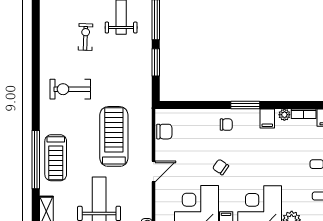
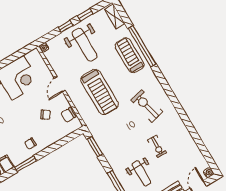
window: (156, 62) -> (95, 147), moved
exercise bike: (70, 89) -> (147, 106), turned -103
chair: (221, 167) -> (46, 115), moved

